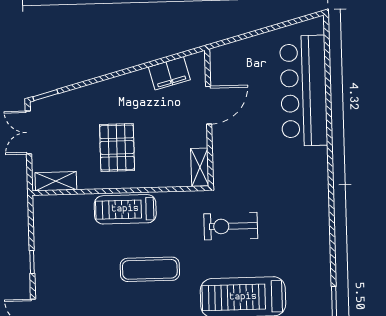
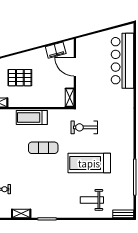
door: (209, 105) -> (75, 67), swing flipped
pallet: (117, 148) -> (20, 78), moved, turned 90

